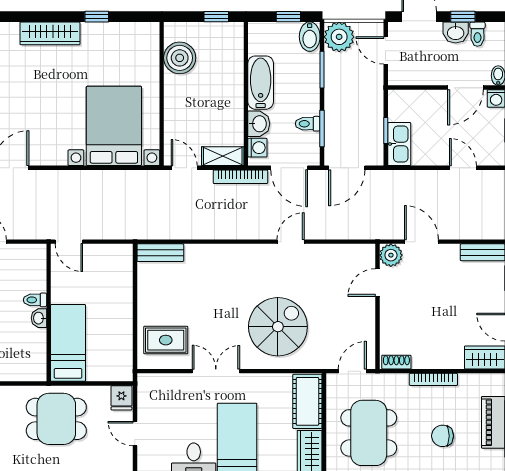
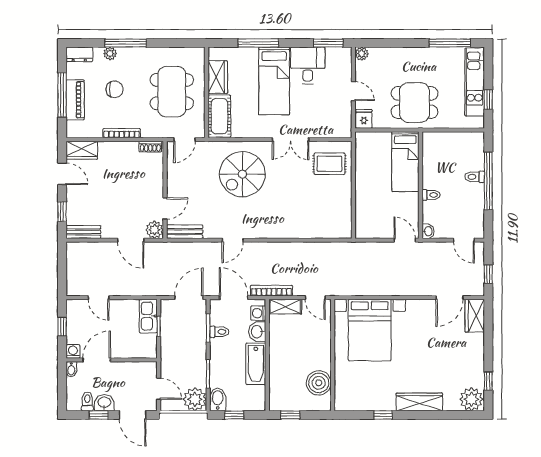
bench: (160, 253) -> (185, 232), moved
washbasin: (39, 318) -> (428, 231), moved

